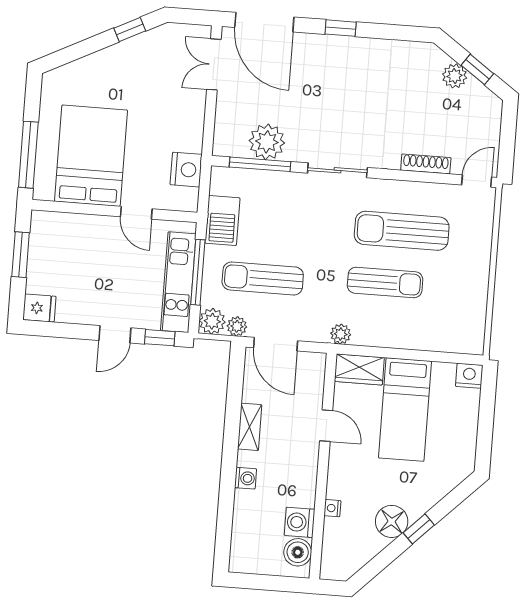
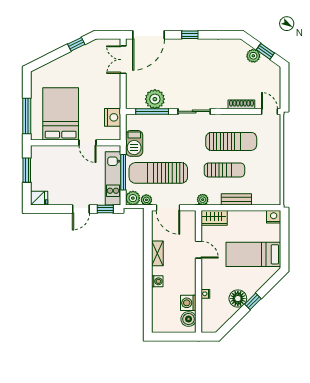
door: (264, 22) -> (149, 35), hinge flipped
door: (477, 181) -> (270, 111), hinge flipped
sun lounger: (402, 231) -> (231, 141), turned 180
sun lounger: (263, 278) -> (158, 173), width x1.36, depth x1.34
bench: (403, 338) -> (236, 199), added
bed: (405, 410) -> (253, 254), moved, turned 90

